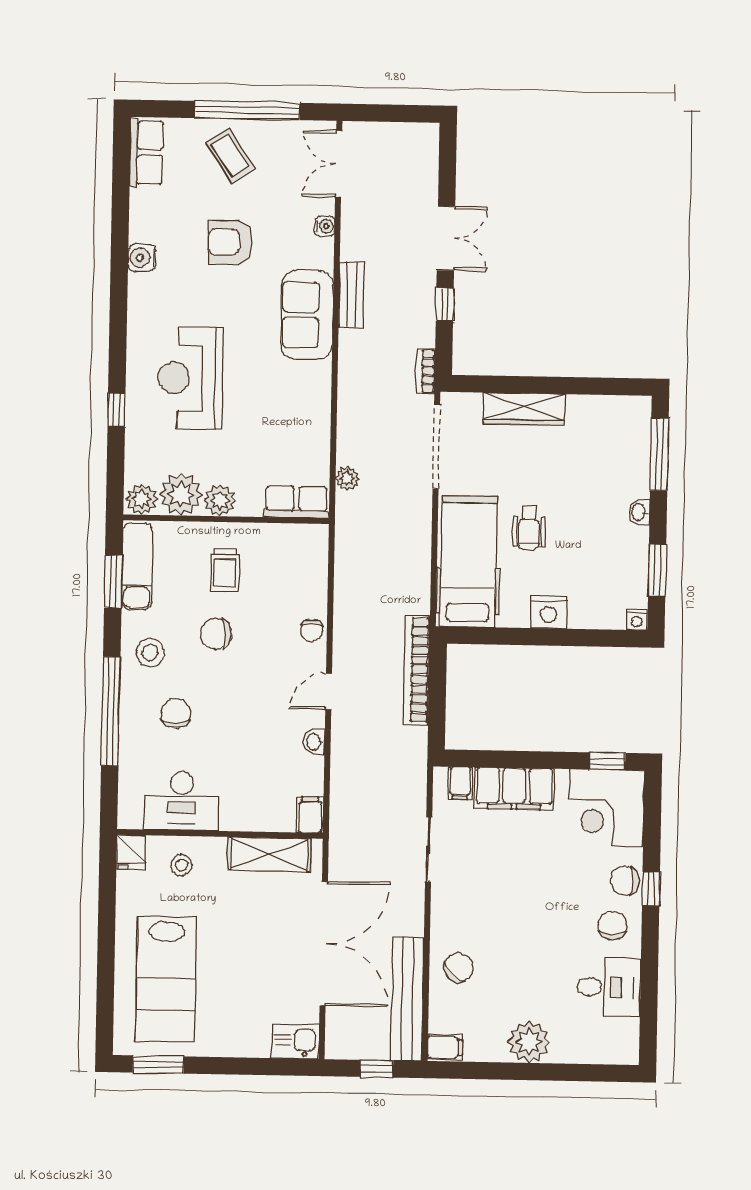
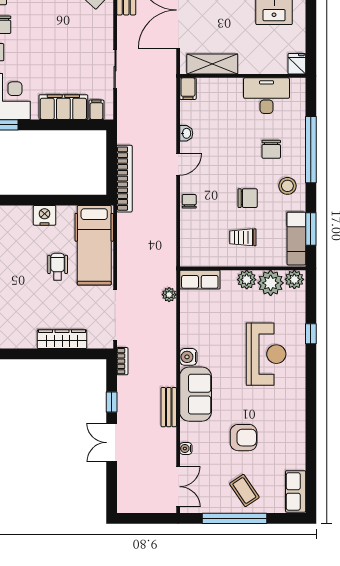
water cooler: (142, 258) -> (188, 357), moved, turned 180
trolley: (225, 570) -> (243, 237), turned -90
stool: (181, 865) -> (266, 56), removed

